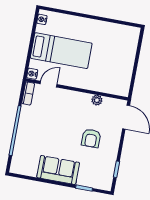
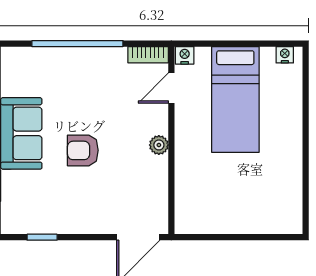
door: (49, 84) -> (171, 88), swing flipped
plant: (97, 100) -> (159, 145), moved
armchair: (91, 138) -> (83, 150), moved

